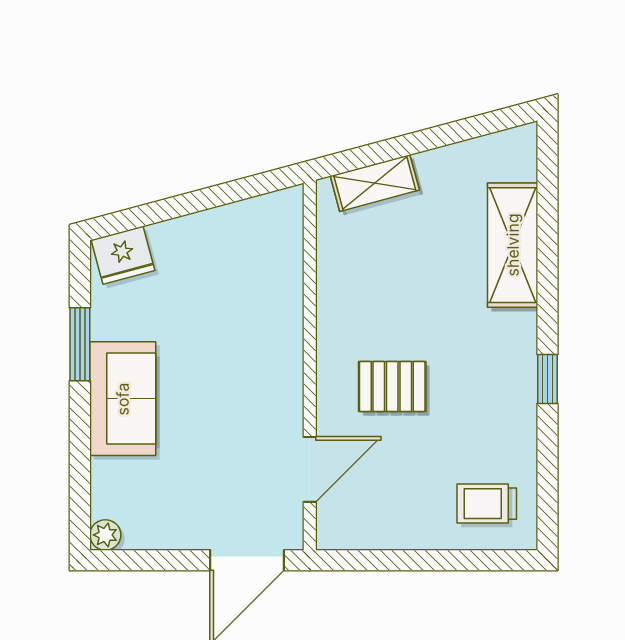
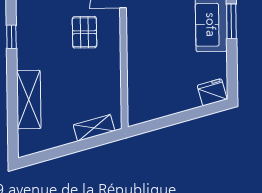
window: (80, 344) -> (231, 21), moved
pallet: (392, 387) -> (84, 32), turned 90

